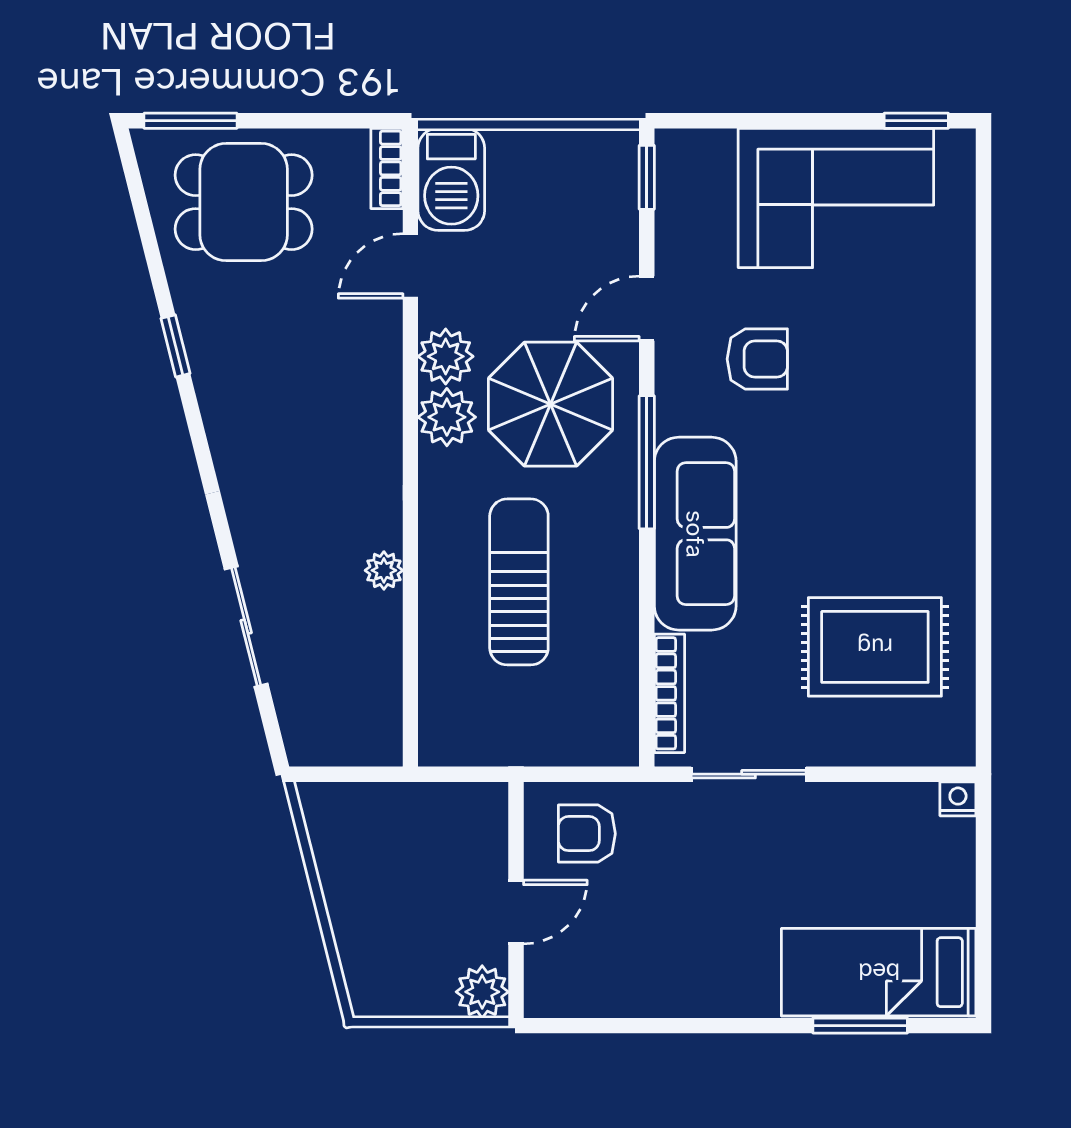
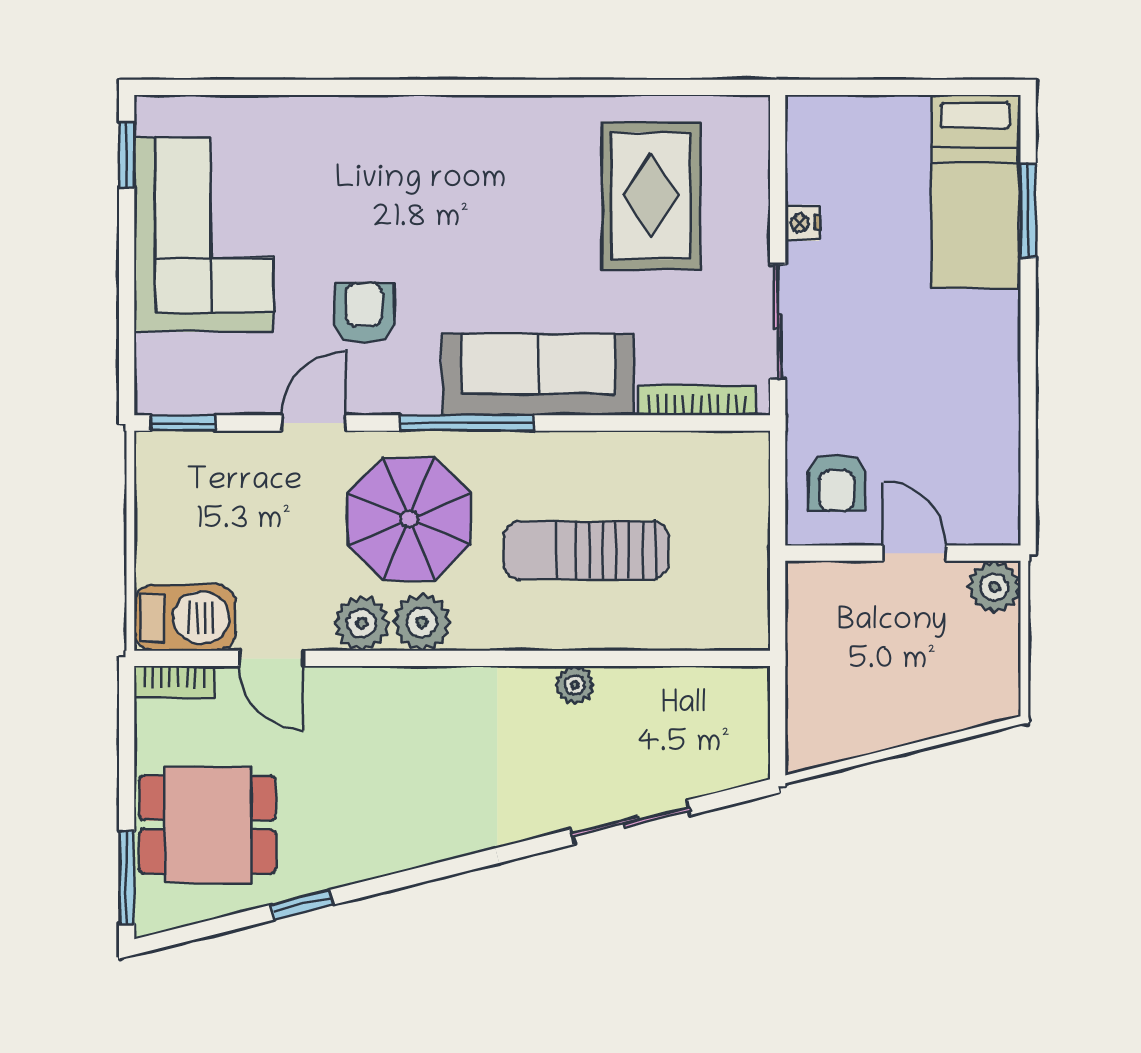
dining table: (244, 202) -> (208, 825), turned 90
door: (647, 308) -> (314, 423), swing flipped
window: (176, 346) -> (302, 905), moved
nightstand: (958, 799) -> (802, 223), moved

